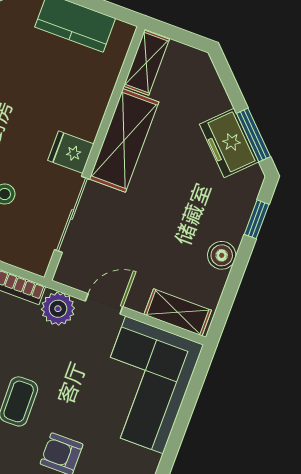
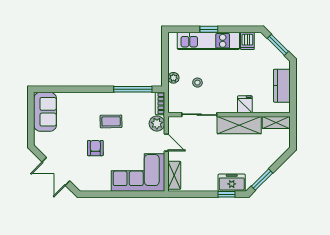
freezer: (229, 143) -> (232, 183), moved, turned 45
fridge: (71, 152) -> (245, 104), moved
boiler: (222, 255) -> (206, 185), removed

